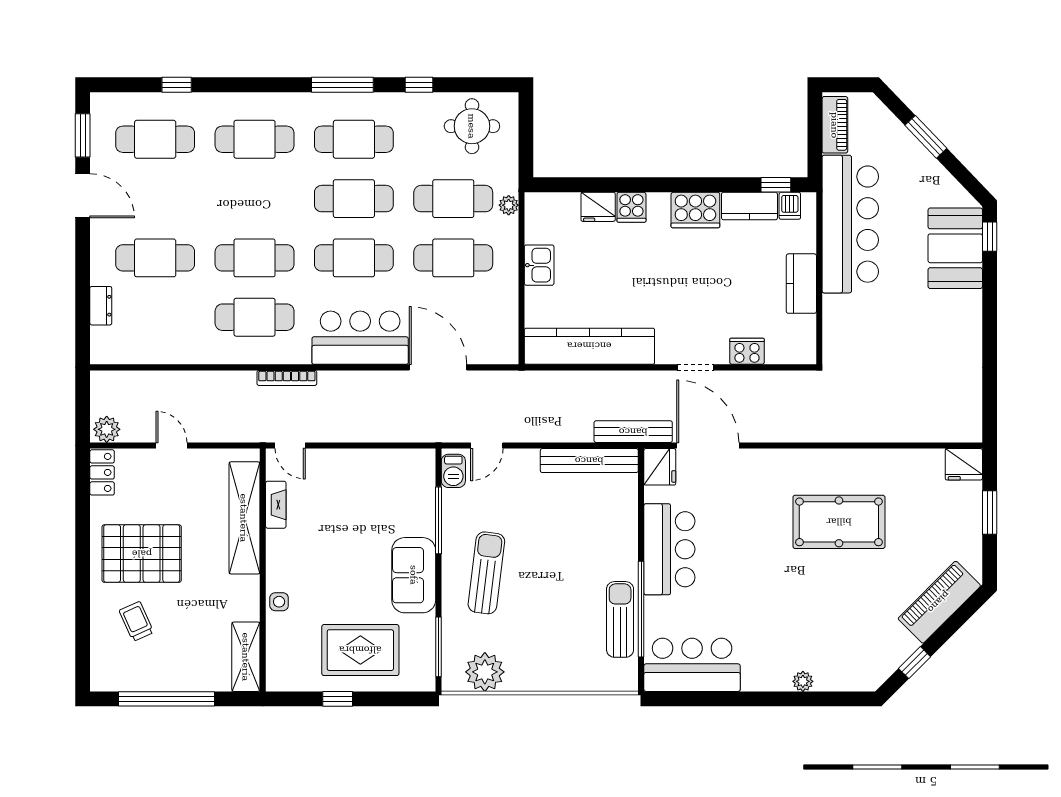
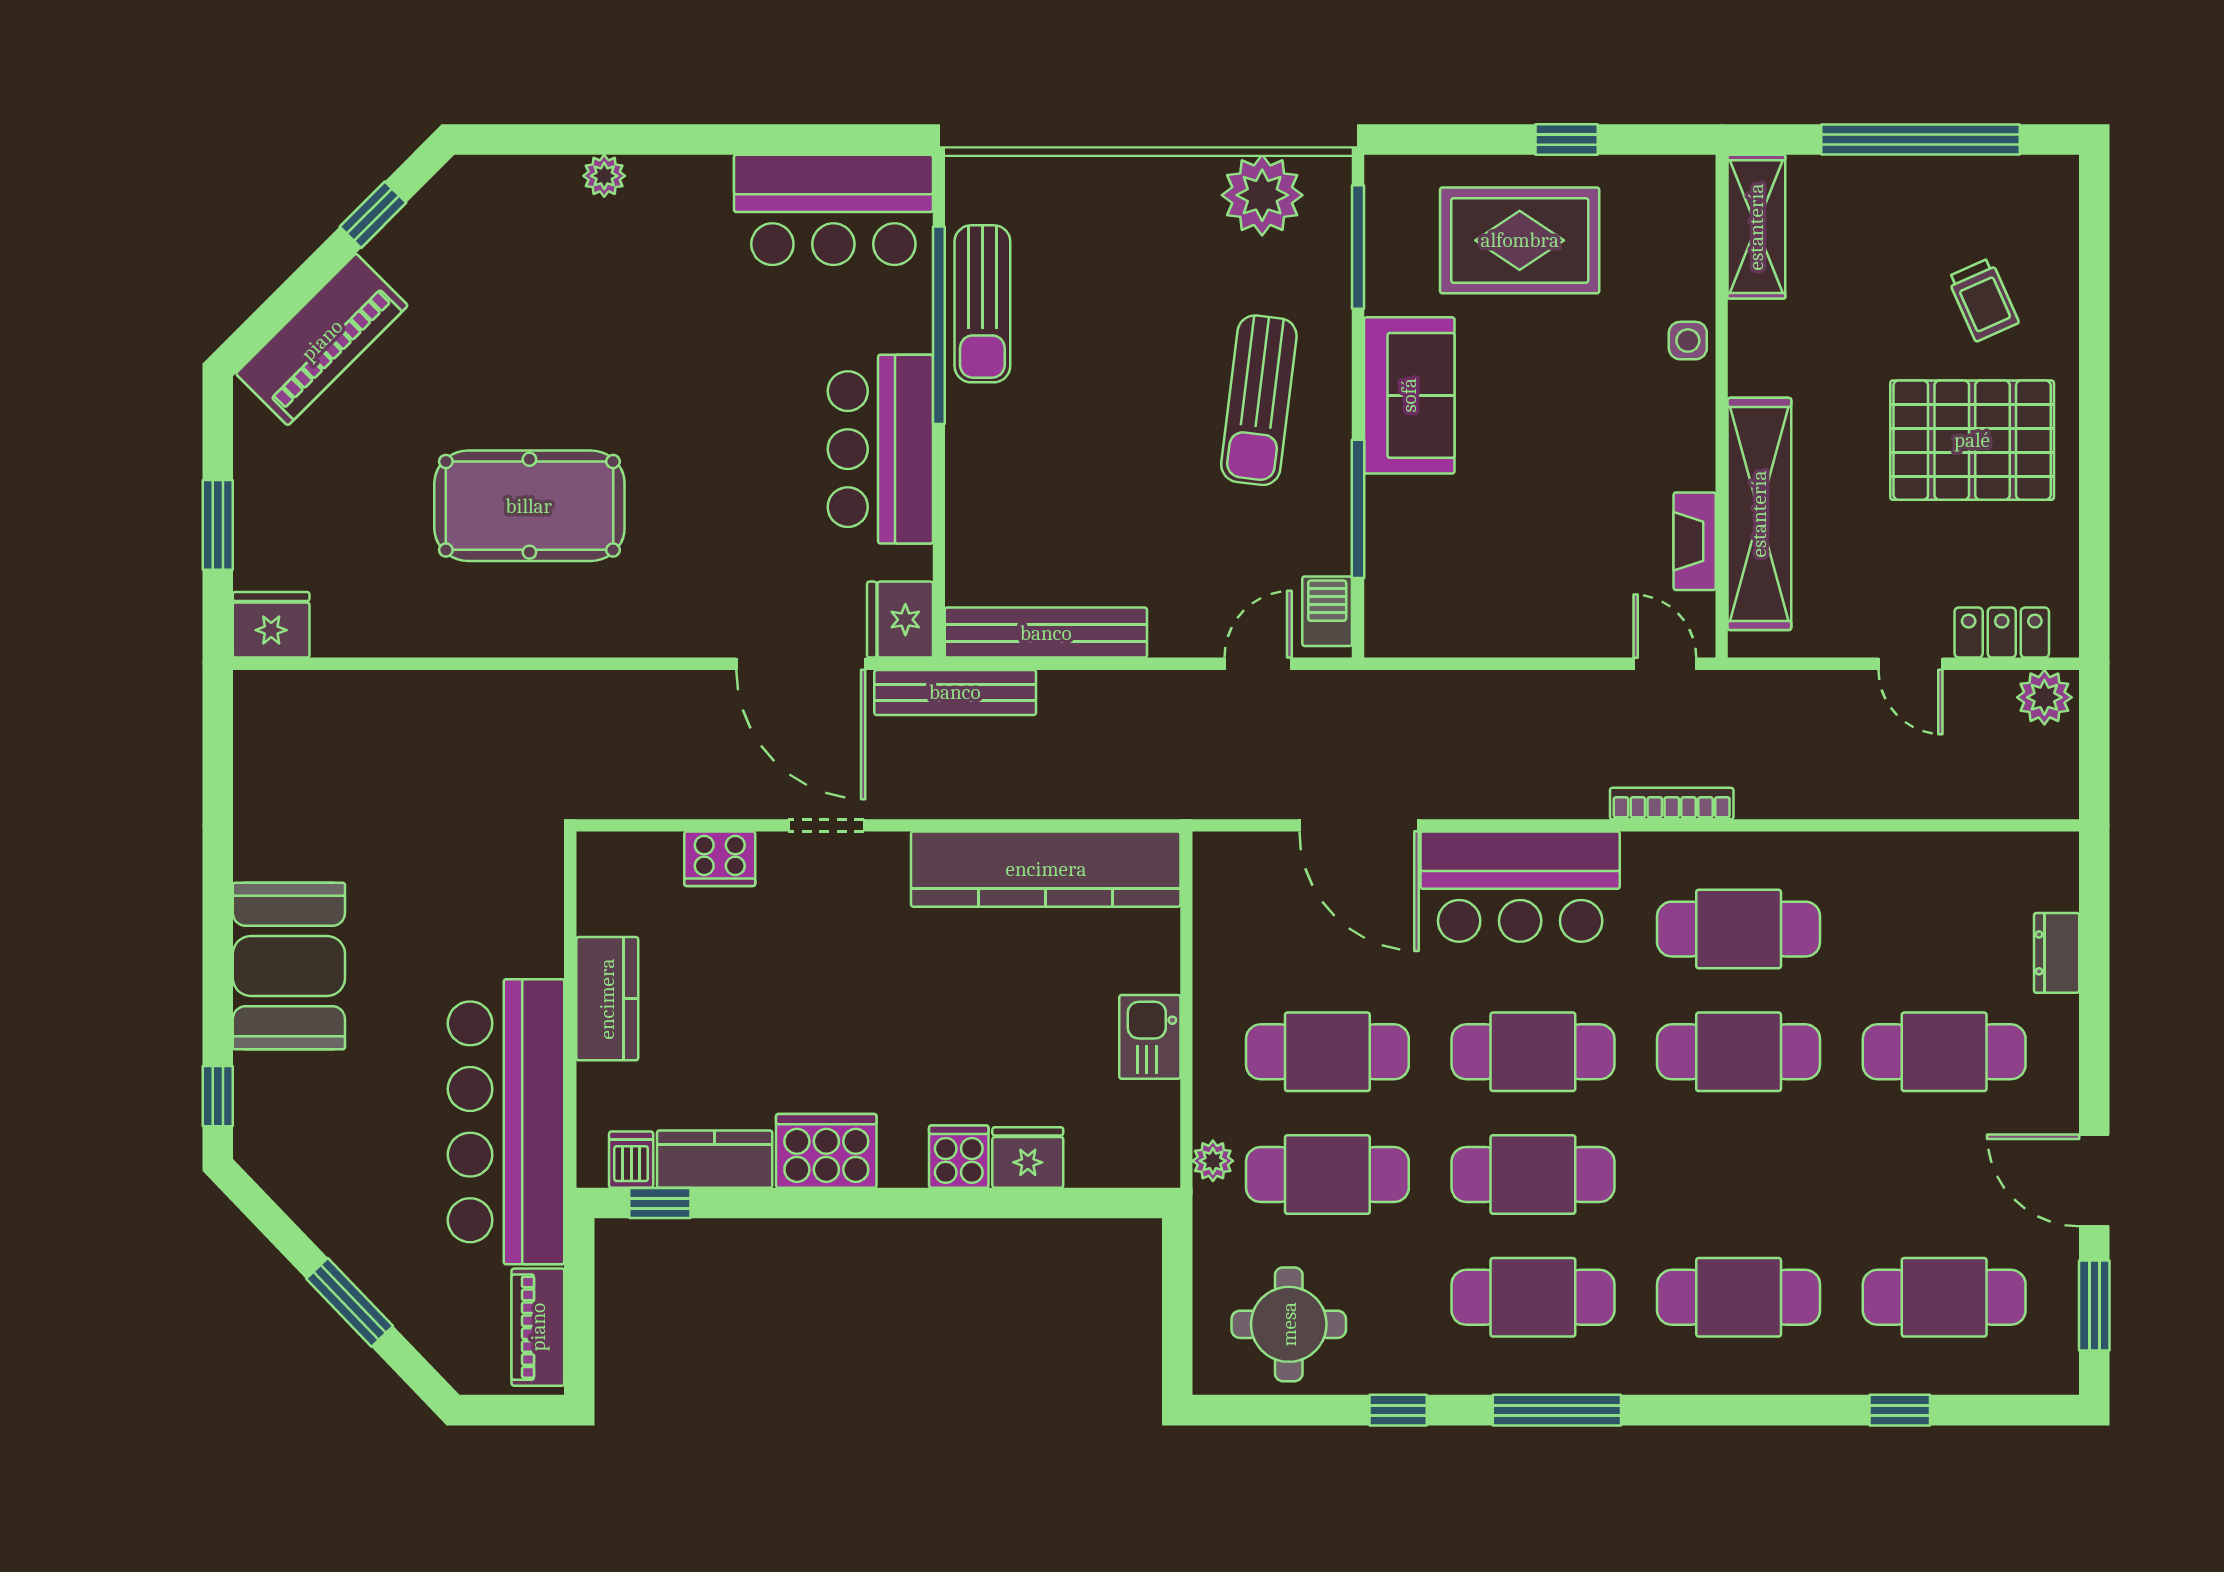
booth: (955, 248) -> (289, 966), moved
locker: (102, 472) -> (2002, 633), moved, turned 90

